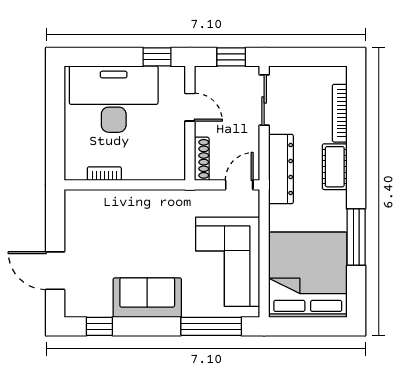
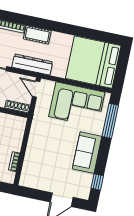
window: (356, 237) -> (78, 31), removed

